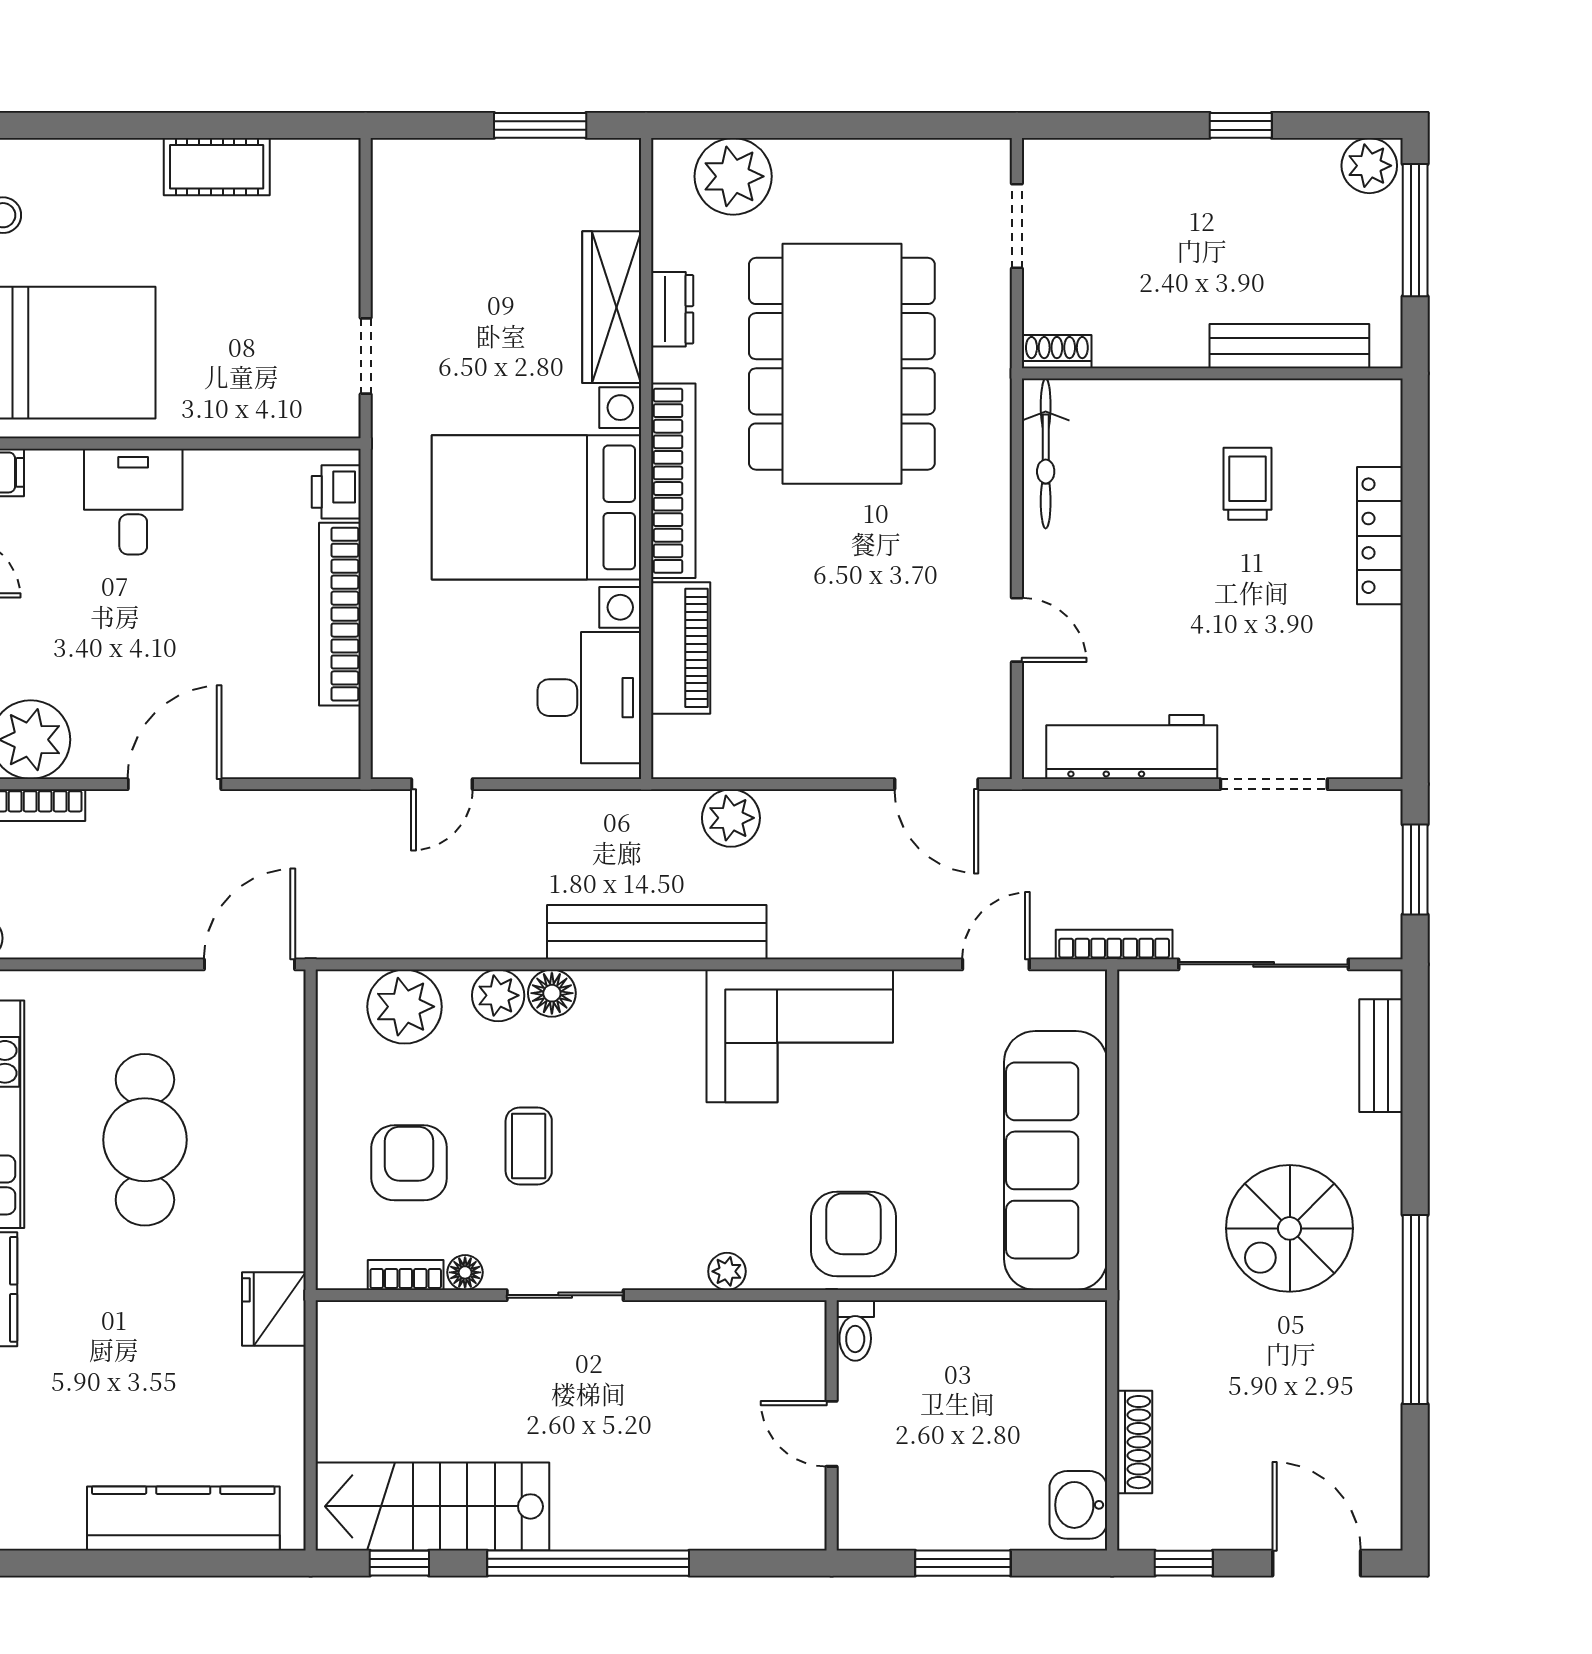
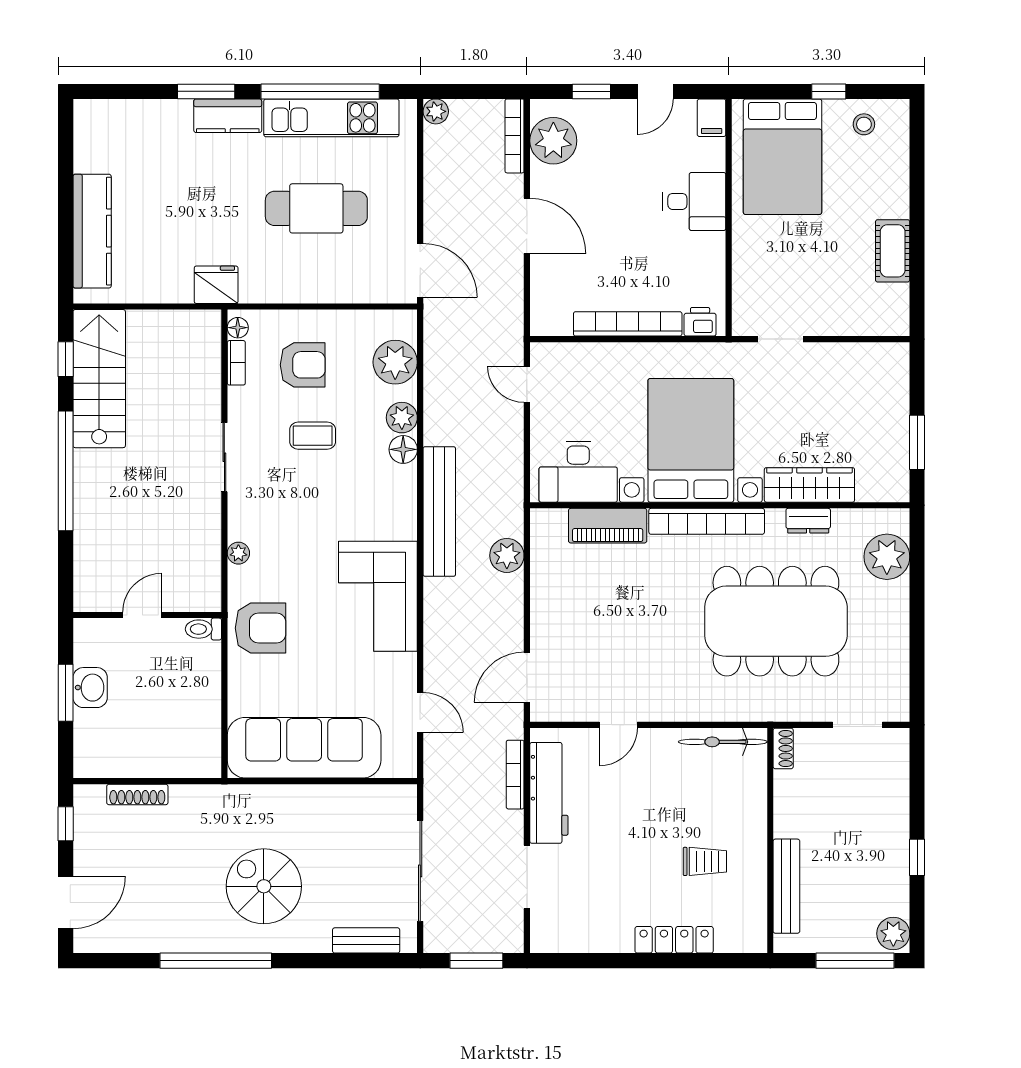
bookcase: (1114, 945) -> (515, 775), moved, turned 180
floor lamp: (465, 1272) -> (238, 328), moved
washbasin: (1078, 1505) -> (90, 688), moved, turned 90

